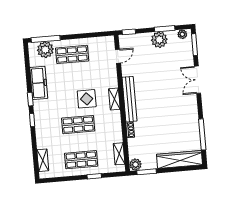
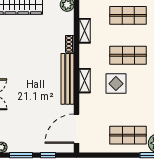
window: (129, 32) -> (48, 155), moved
plant: (159, 40) -> (28, 143), removed
door: (118, 56) -> (76, 129), width x1.87
shelving: (119, 154) -> (85, 31), moved

